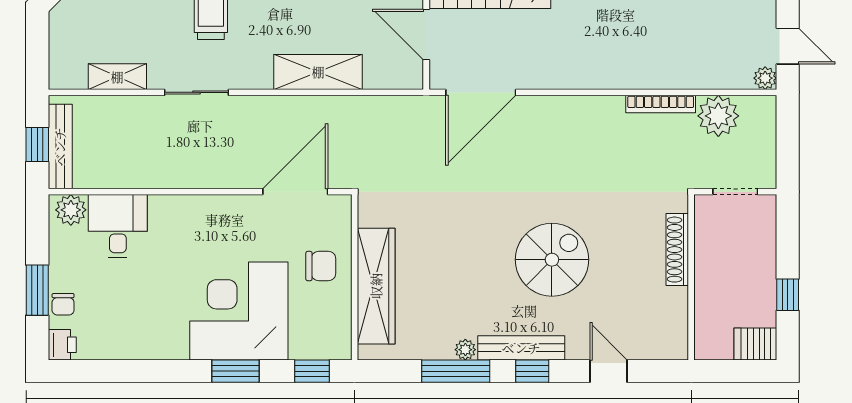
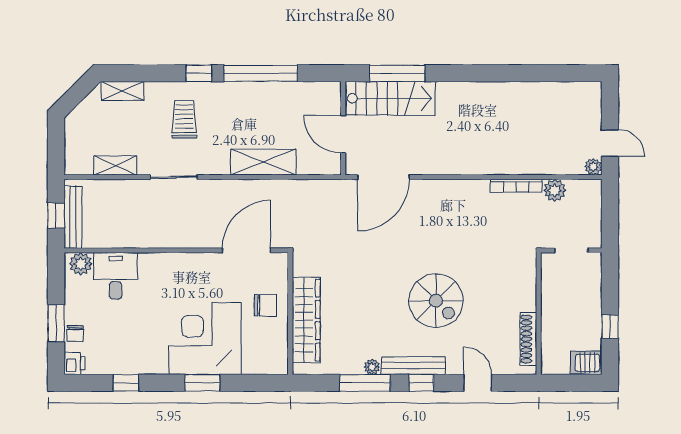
plant: (718, 116) -> (555, 190), width x0.73, depth x0.73
shoe rack: (677, 250) -> (528, 339), moved
spiral stairs: (552, 260) -> (436, 301), turned 90
window: (312, 371) -> (126, 383), moved

